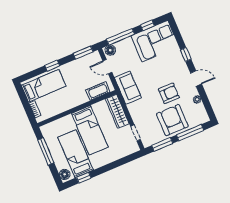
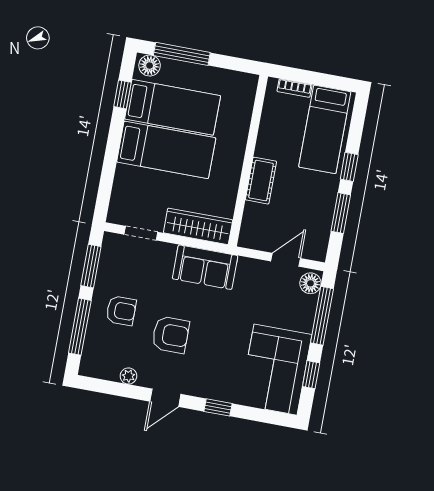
window: (83, 53) -> (341, 213), moved
sofa: (128, 88) -> (205, 267), moved
cot: (98, 91) -> (261, 181), moved
armchair: (169, 93) -> (171, 335), turned -90
armchair: (172, 120) -> (121, 311), width x0.53, depth x0.53
bed: (90, 130) -> (166, 150), moved, turned 180
window: (46, 151) -> (182, 54), moved

